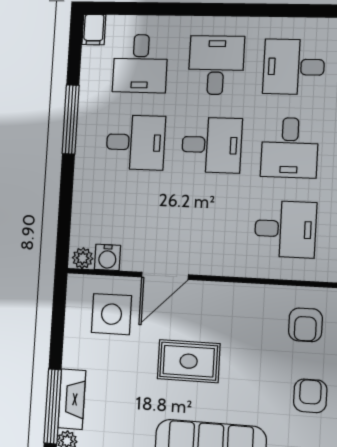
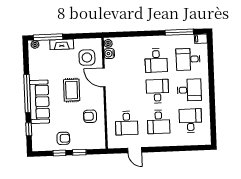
window: (71, 119) -> (179, 32), moved
desk: (212, 145) -> (157, 91), turned 180
desk: (290, 148) -> (159, 122), turned -90
armchair: (305, 325) -> (90, 116), moved
fireplace: (72, 399) -> (62, 44), moved

